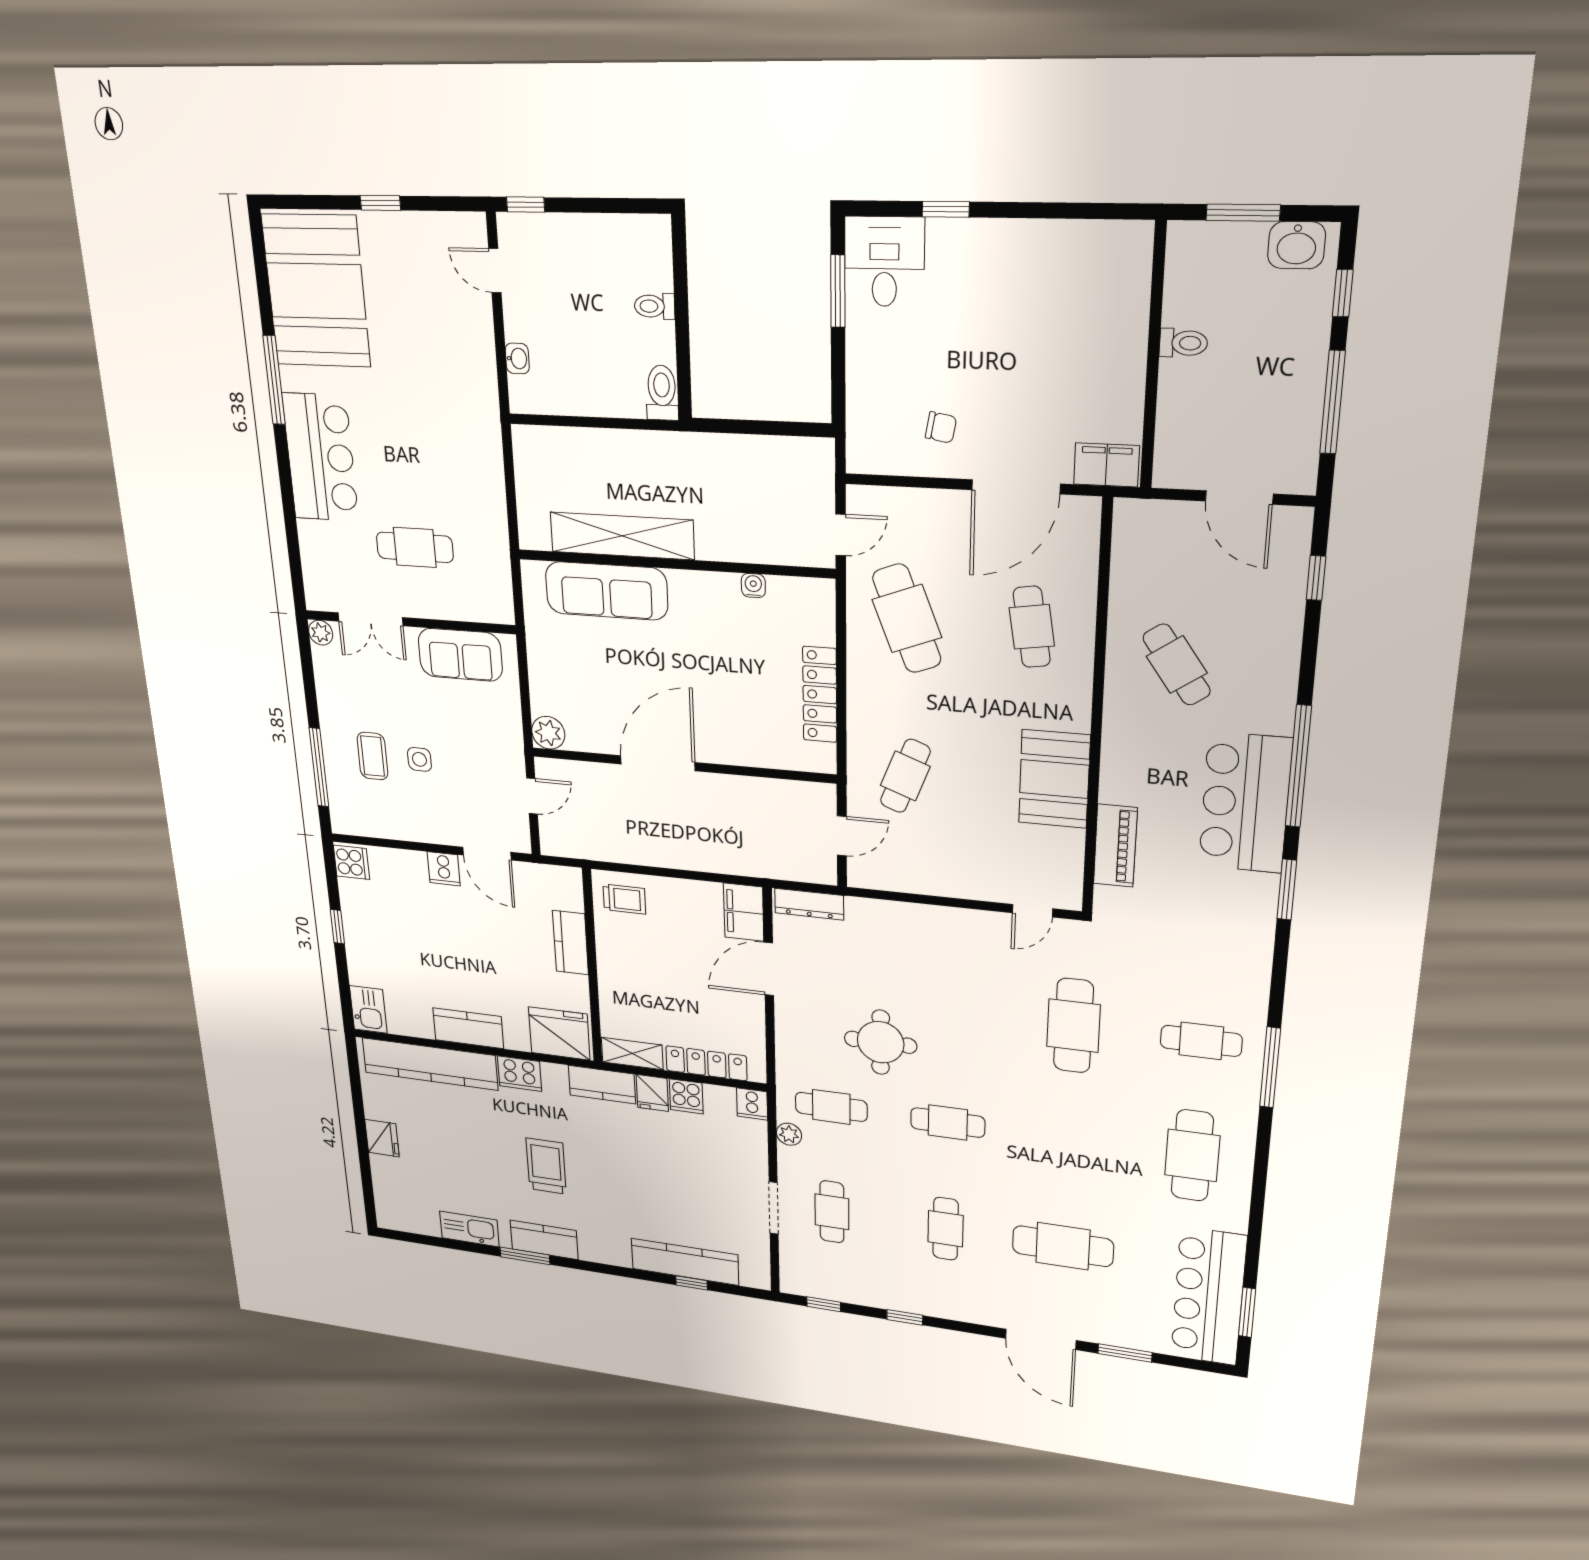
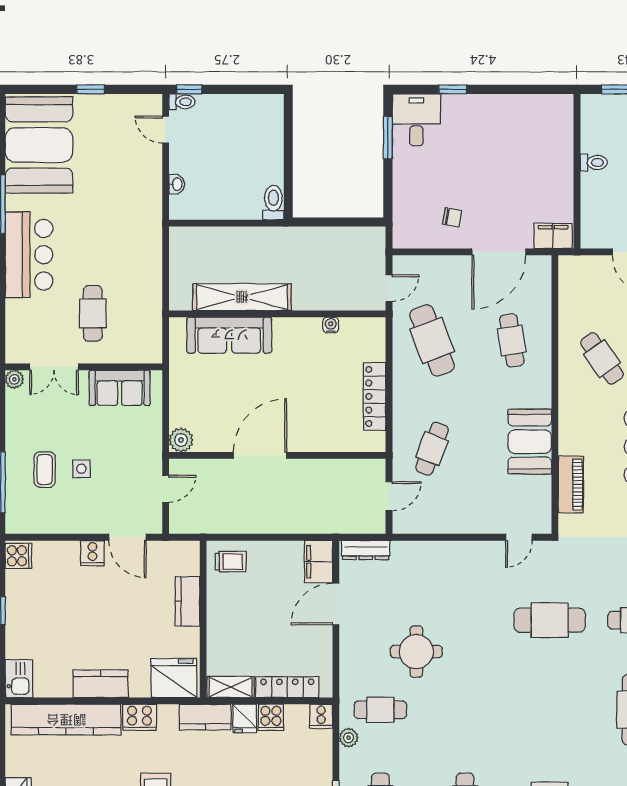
toilet: (655, 306) -> (182, 102), moved, turned 180
cafe table: (415, 547) -> (93, 313), turned 90
cafe table: (1074, 1026) -> (550, 620), turned 90
cafe table: (948, 1123) -> (465, 710), removed

